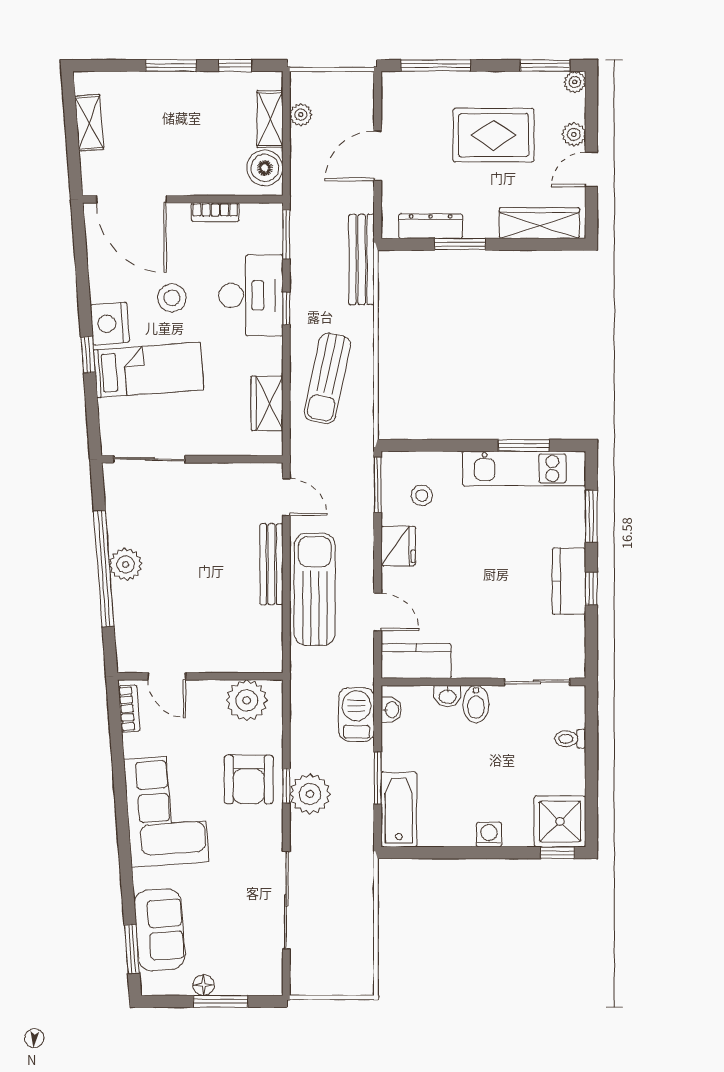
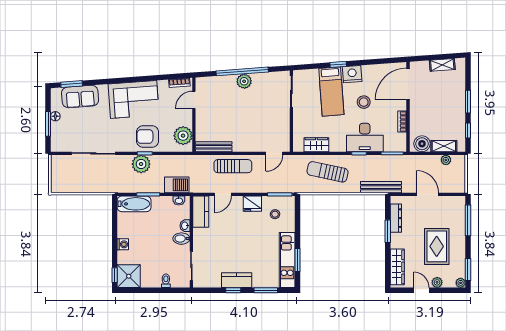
bench: (271, 564) -> (214, 147), moved
sun lounger: (315, 589) -> (233, 166), width x0.73, depth x0.75

